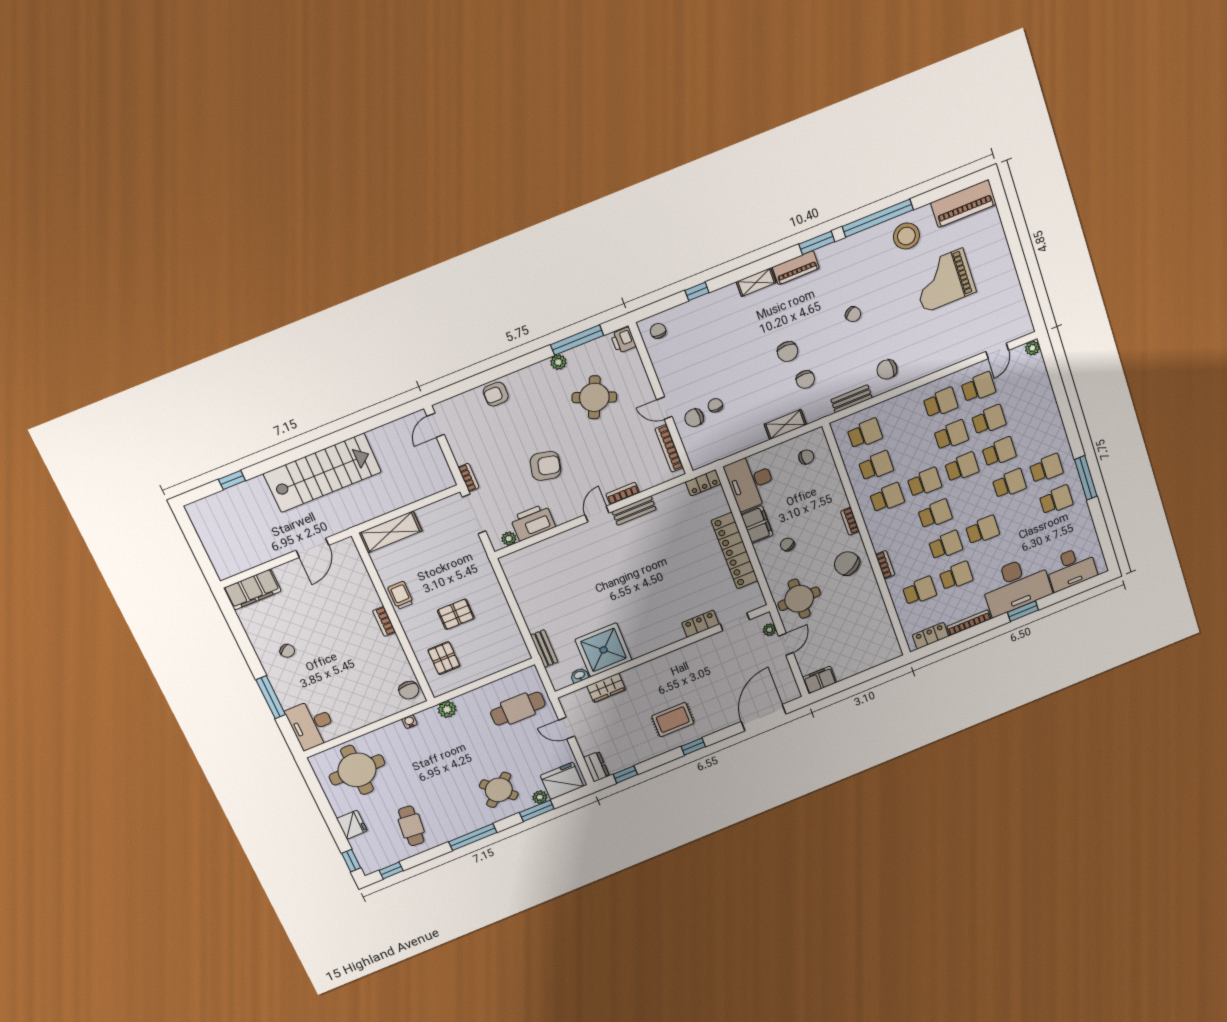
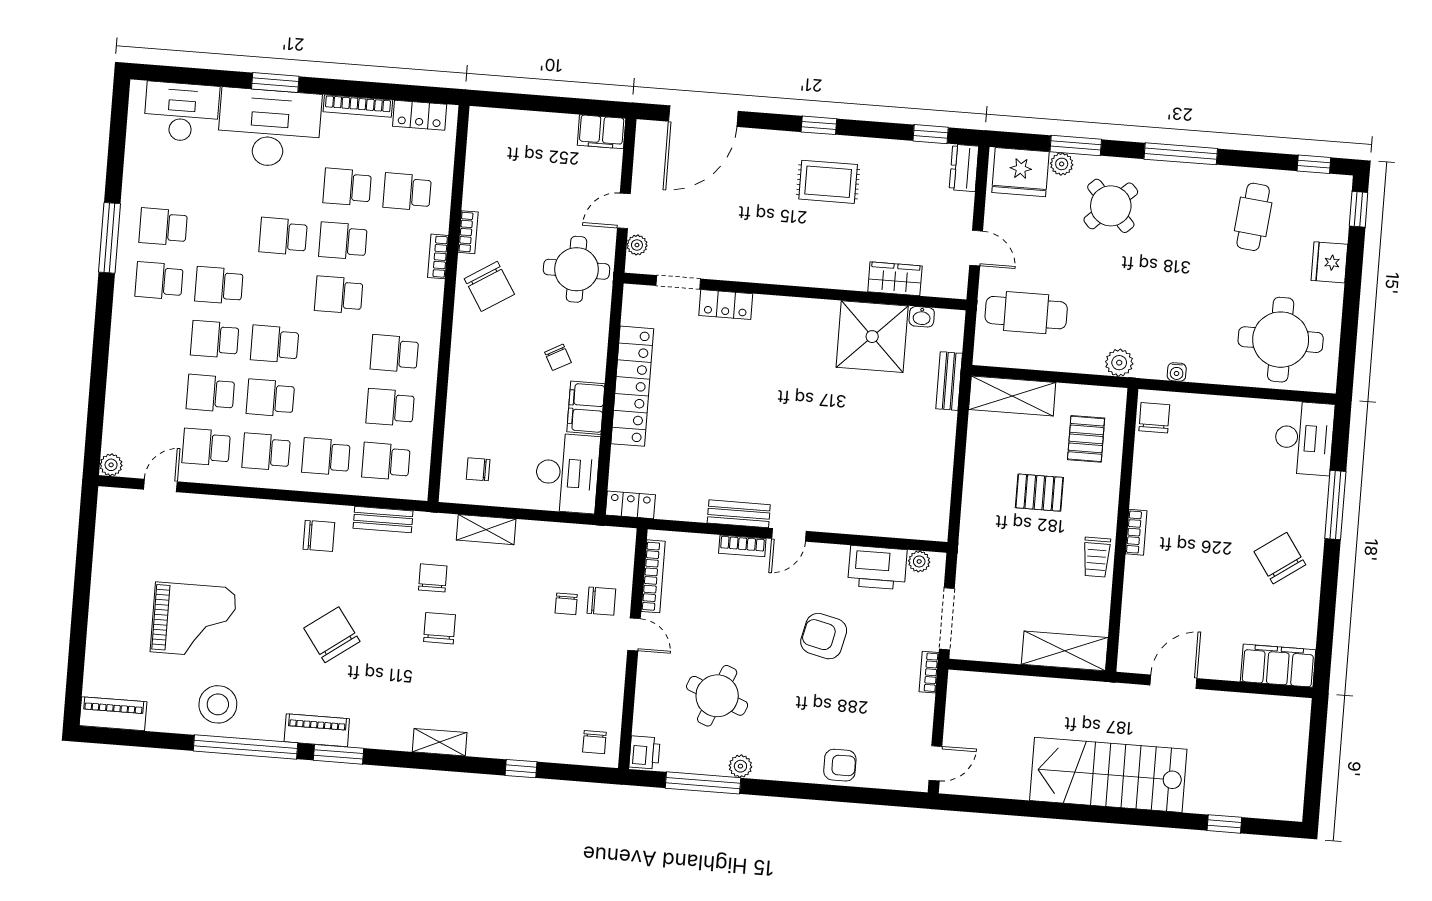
piano: (963, 204) -> (113, 714), width x0.73, depth x0.75
piano: (796, 268) -> (317, 730), moved
chair: (853, 314) -> (332, 635), width x1.87, depth x1.87
school desk: (924, 482) -> (326, 457), moved
bookcase: (850, 521) -> (468, 232), moved
chair: (287, 651) -> (1280, 558), width x1.87, depth x1.87
shelving: (502, 659) -> (1012, 396), added

